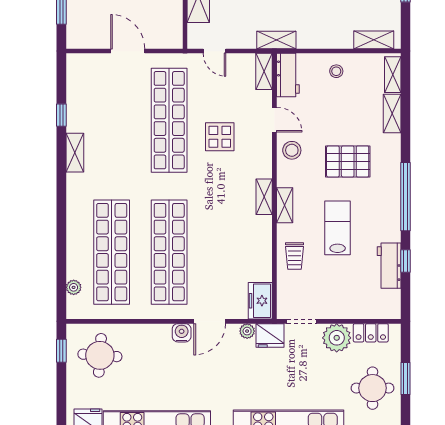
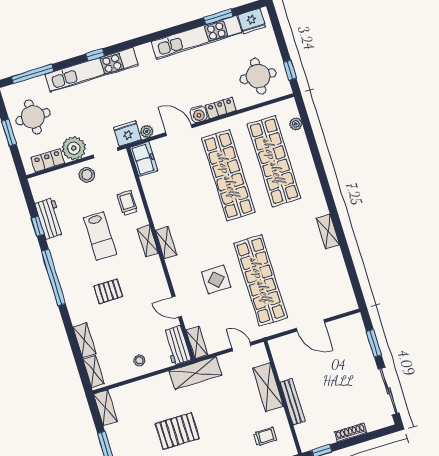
shelving: (276, 40) -> (195, 373), width x1.50, depth x1.33
shelving: (374, 40) -> (105, 408), moved, turned 90
window: (61, 115) -> (348, 258), removed
stool: (292, 150) -> (87, 175), moved
pallet: (348, 161) -> (108, 291), width x0.67, depth x0.71
door: (210, 321) -> (179, 130), hinge flipped
locker: (154, 332) -> (221, 108), added

